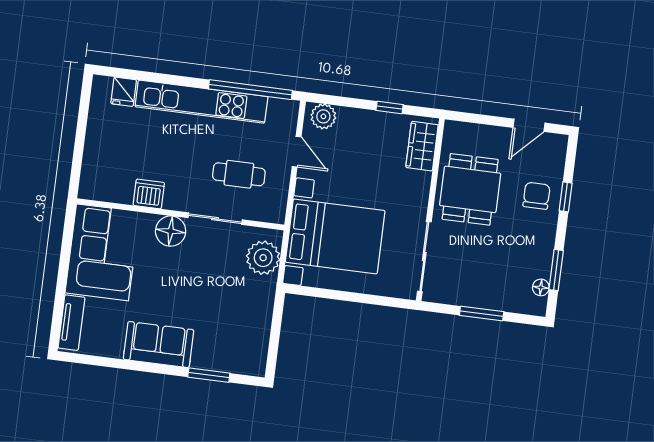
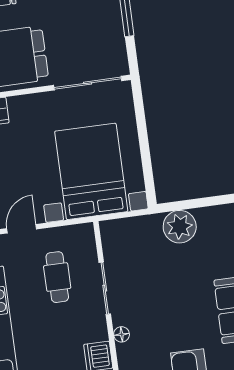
floor lamp: (171, 231) -> (122, 334), width x0.53, depth x0.53
plant: (263, 258) -> (180, 227), moved

